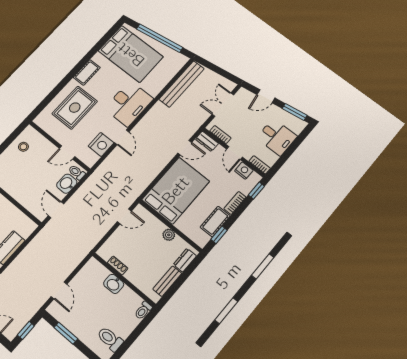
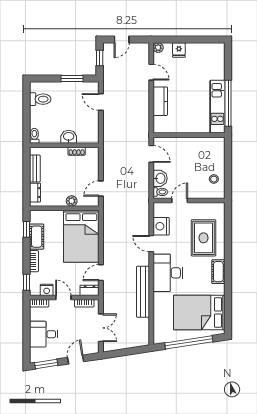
bench: (182, 84) -> (143, 292), moved
plant: (169, 235) -> (72, 201), moved

